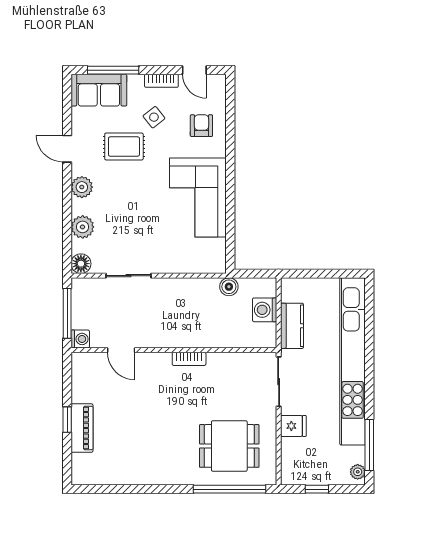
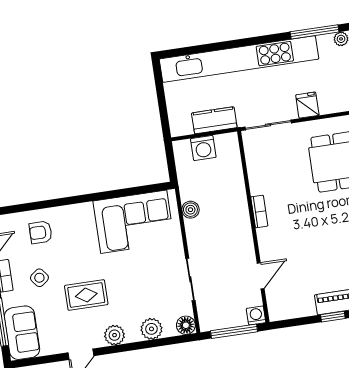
rug: (124, 147) -> (86, 295), moved, turned 90
corner sofa: (198, 197) -> (134, 222), moved
boiler: (229, 287) -> (190, 210), moved

